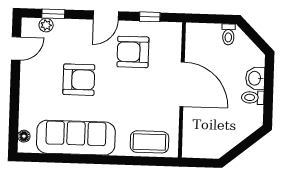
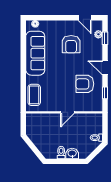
armchair: (133, 52) -> (85, 84), turned -90
armchair: (79, 80) -> (71, 44), moved
door: (182, 84) -> (67, 112), width x0.53

